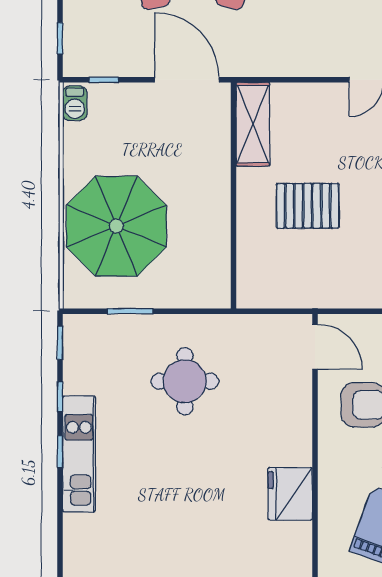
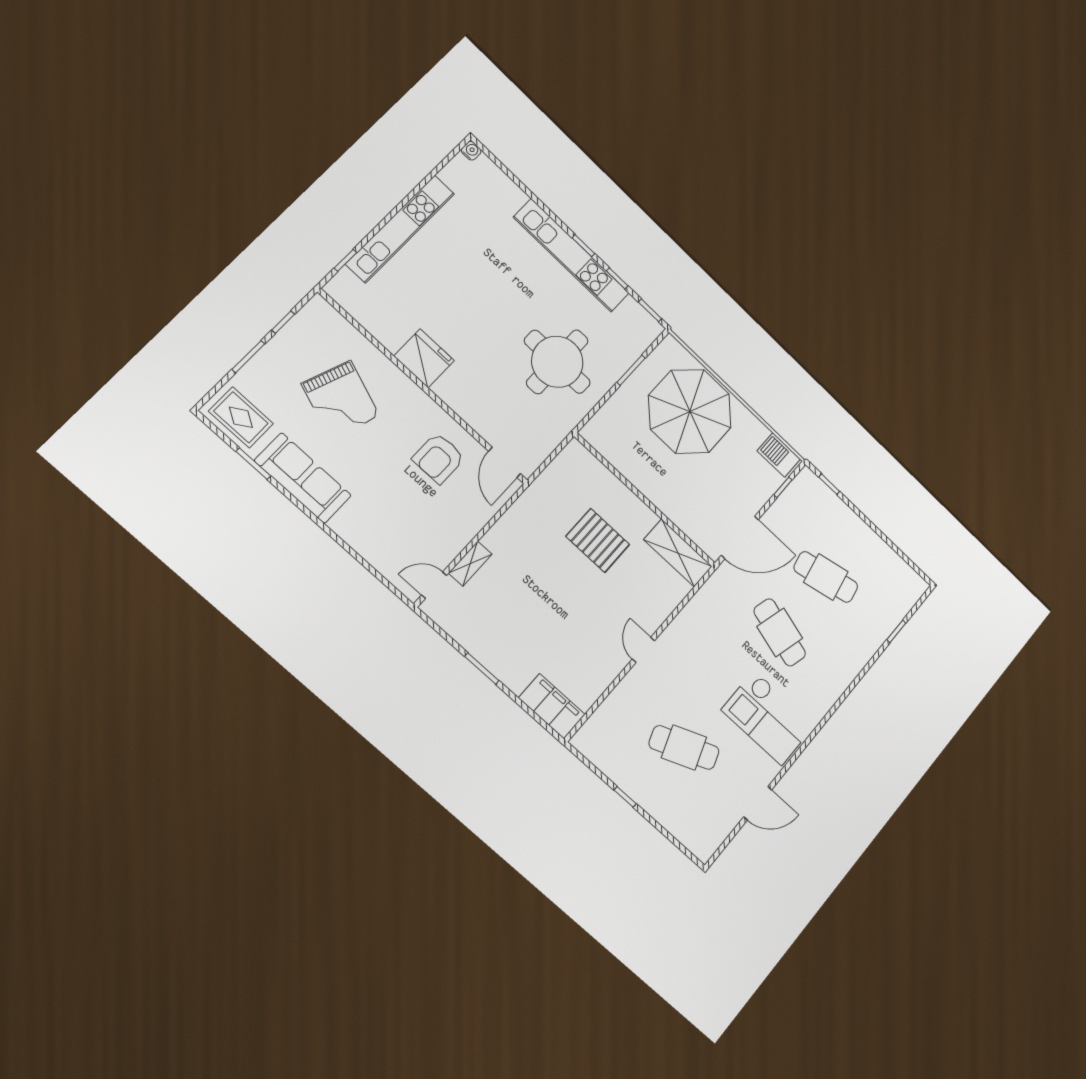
barbecue: (75, 103) -> (779, 455), width x1.38, depth x1.27
pallet: (308, 206) -> (598, 540), turned 90
door: (315, 347) -> (505, 462), hinge flipped
round table: (185, 381) -> (557, 362), width x1.36, depth x1.36
kitchen unit: (79, 454) -> (571, 255), width x1.36

